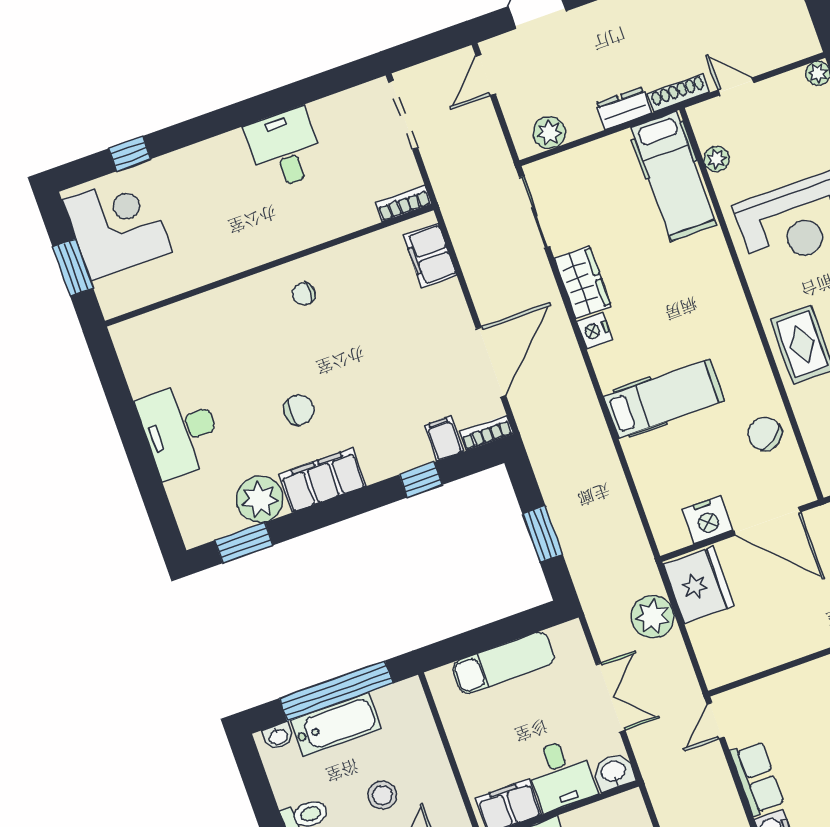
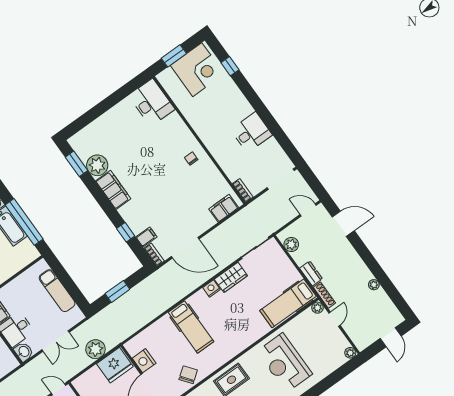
plant: (716, 159) -> (317, 308), moved
chair: (299, 410) -> (141, 171), removed
desk: (180, 430) -> (152, 103), moved, turned 90

